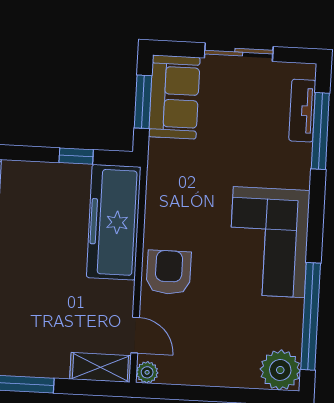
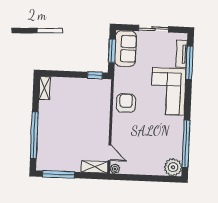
window: (76, 156) -> (95, 75), moved
freezer: (114, 222) -> (100, 103), removed
corner sofa: (269, 242) -> (168, 91), moved
armchair: (169, 272) -> (126, 103), moved

